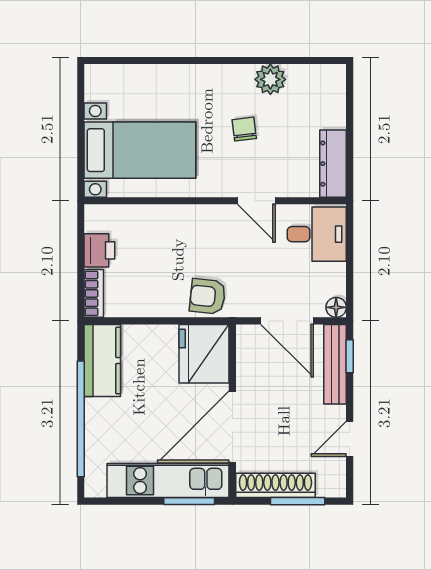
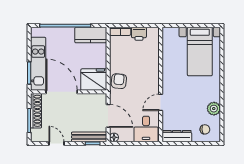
chair: (244, 129) -> (205, 129), moved
bed with nightstands: (140, 150) -> (200, 52), moved
door: (287, 321) -> (108, 116), swing flipped

